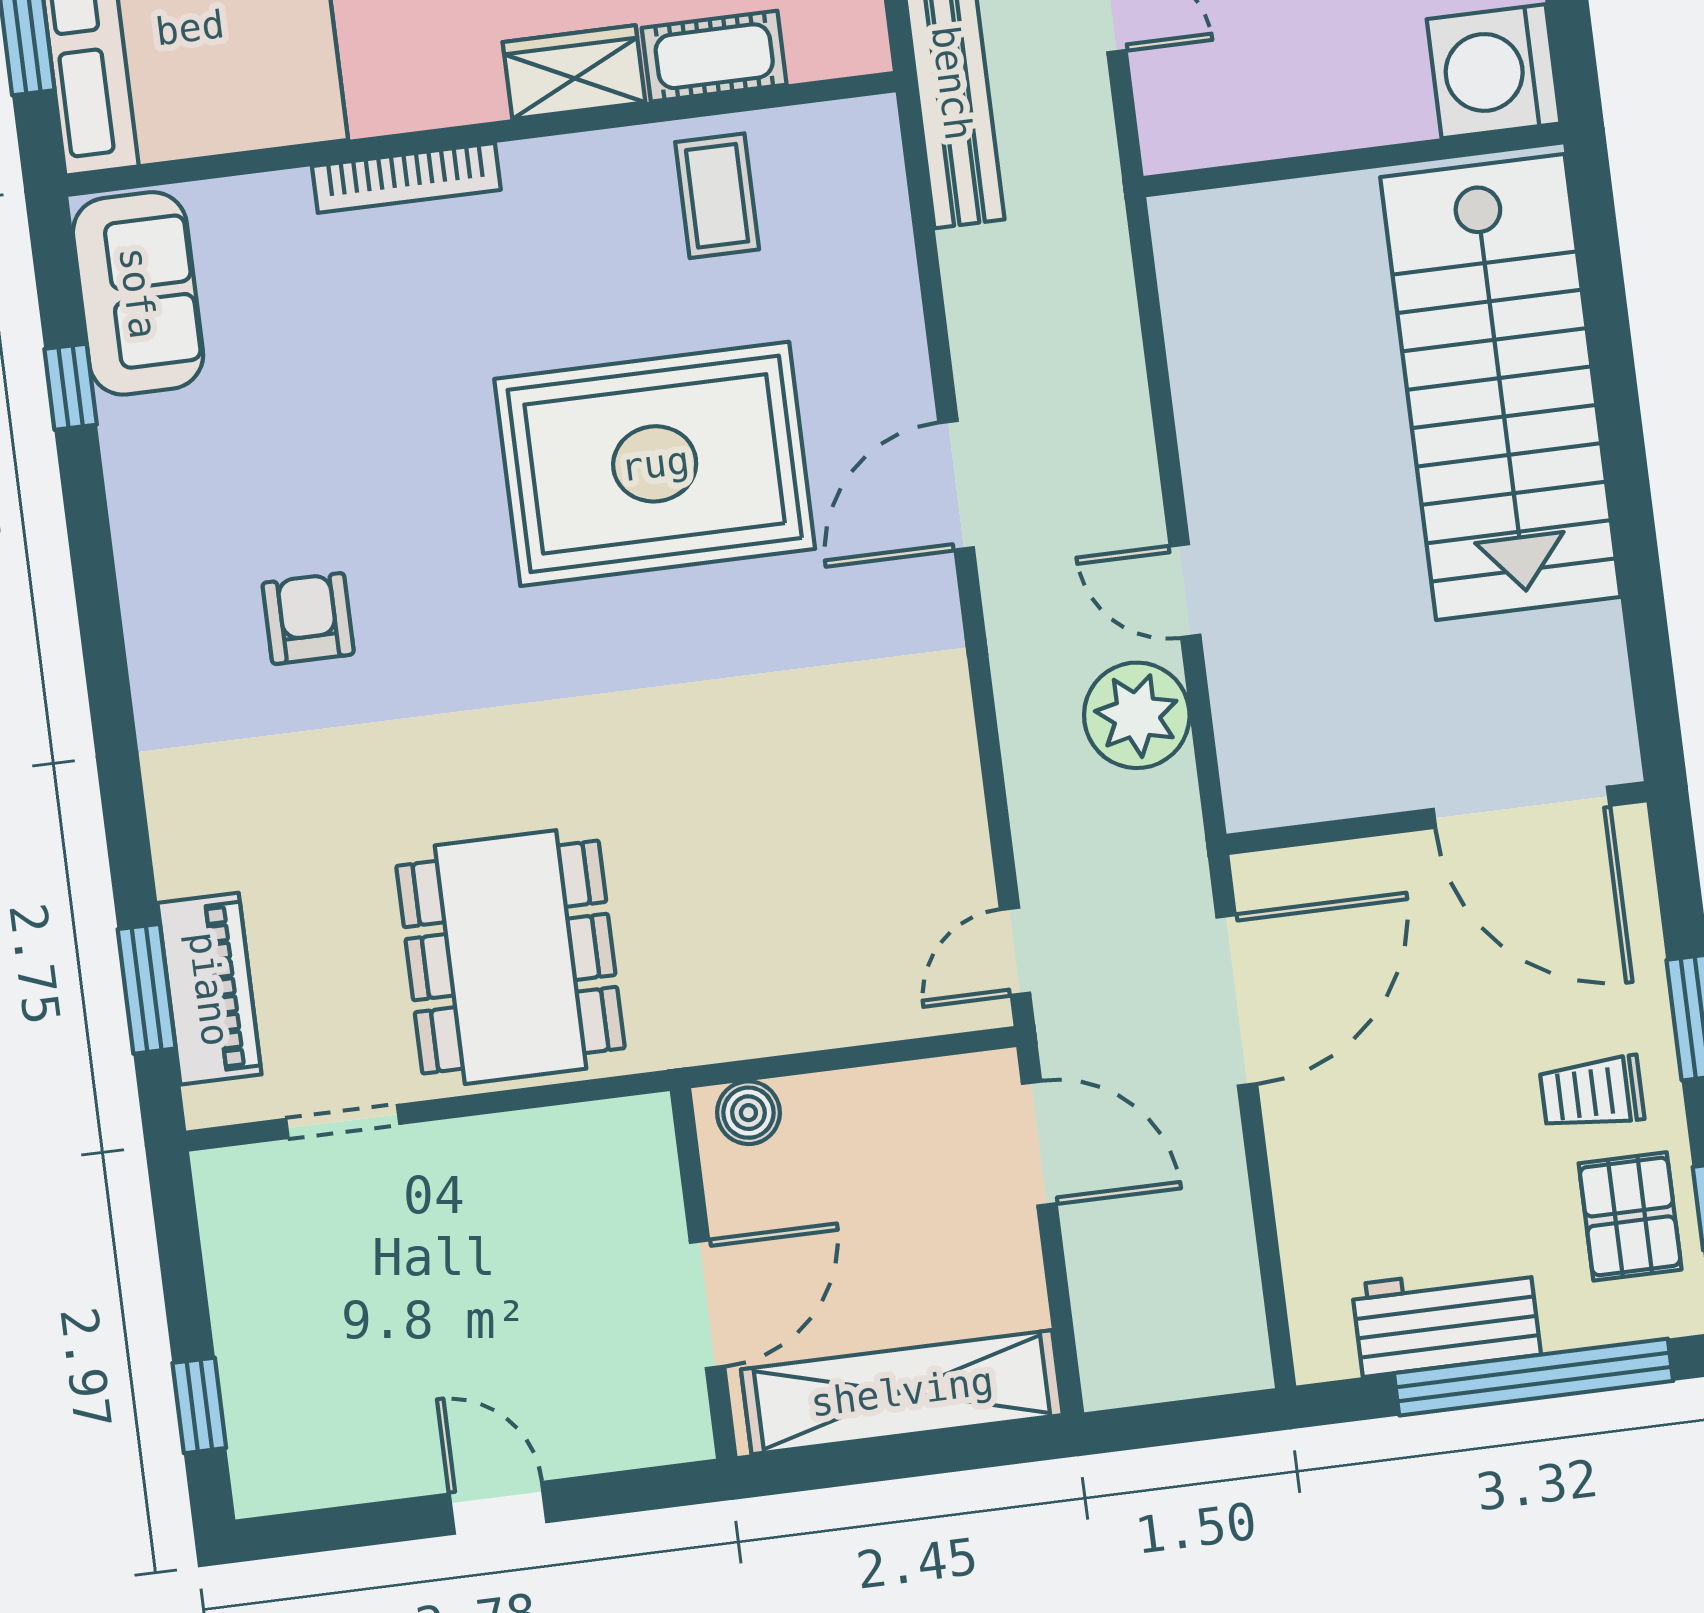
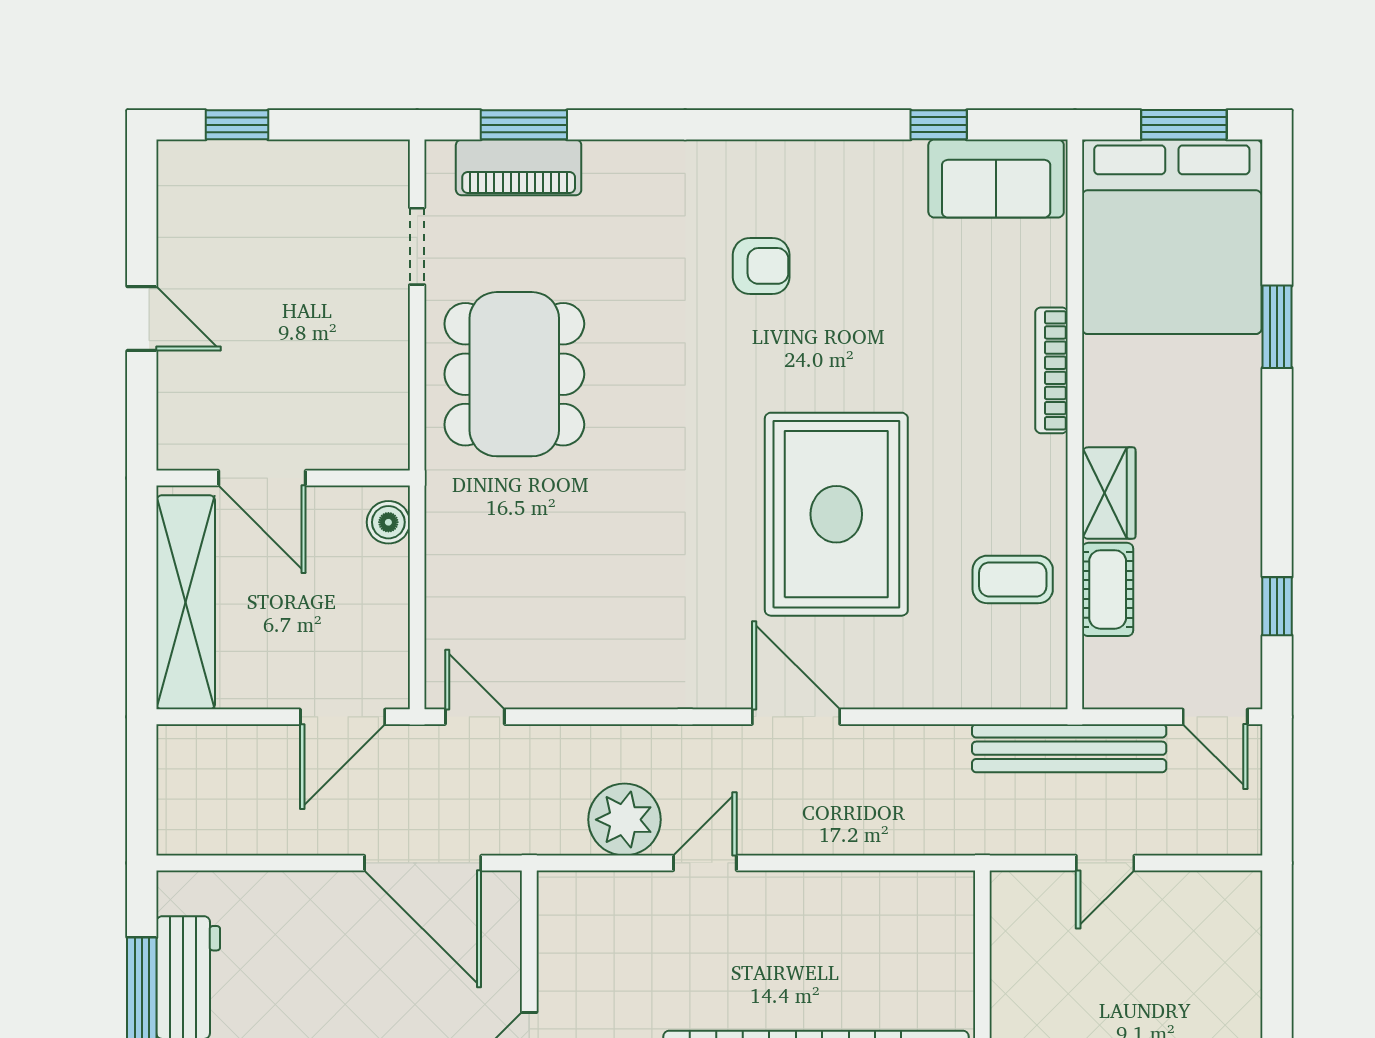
dining table: (510, 957) -> (514, 374), turned 90
door: (498, 1508) -> (142, 319), hinge flipped

